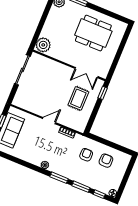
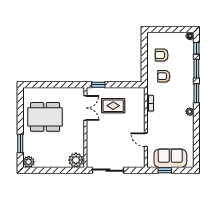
dining table: (93, 33) -> (45, 117), turned 90
door: (49, 121) -> (146, 140), moved

